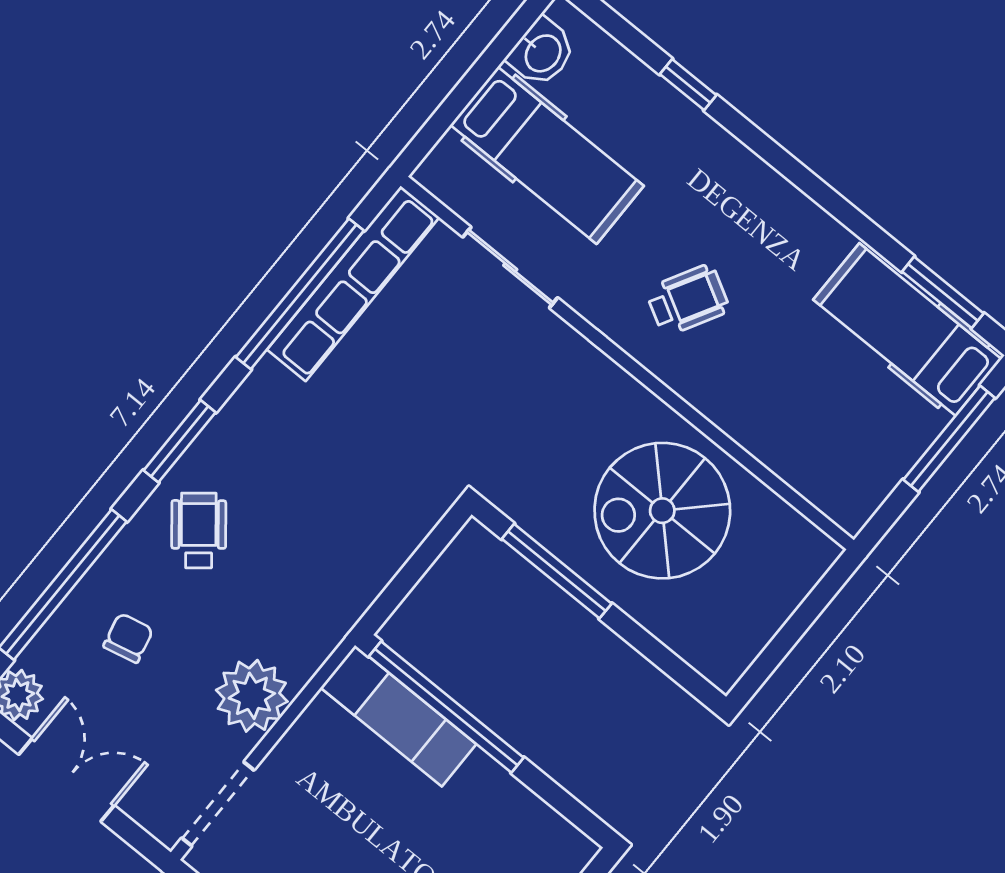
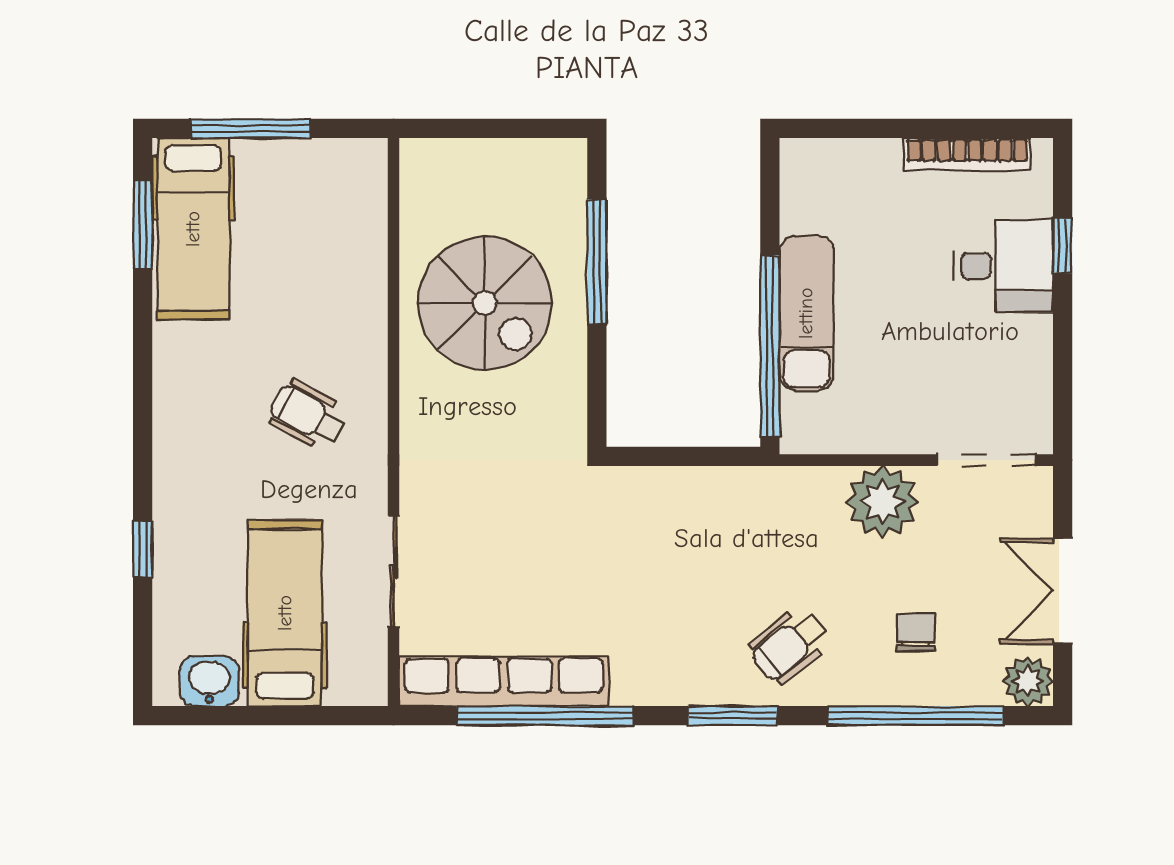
window: (557, 571) -> (597, 262), moved
chair: (128, 638) -> (915, 632), turned 103
exam couch: (398, 716) -> (806, 313), moved

